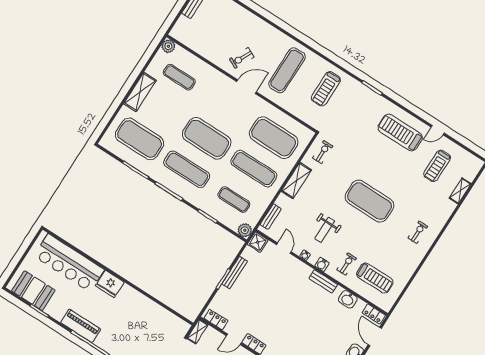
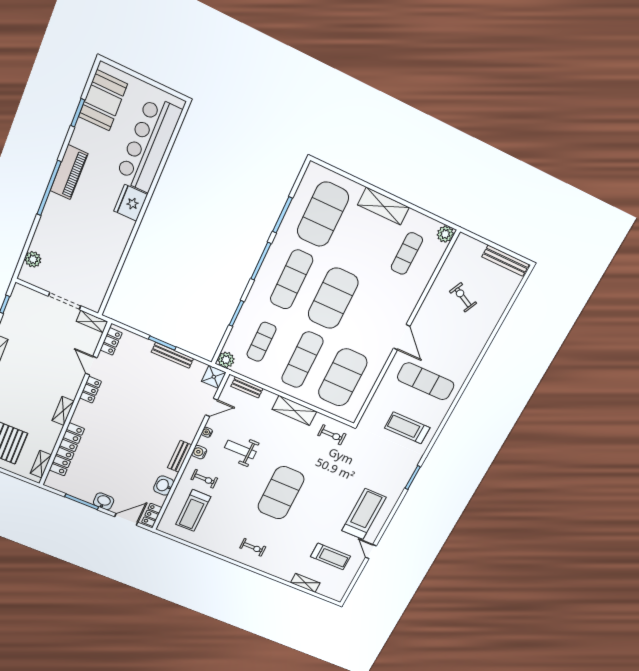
exercise bike: (242, 58) -> (463, 297), moved
treadmill: (437, 166) -> (330, 556), turned 180

